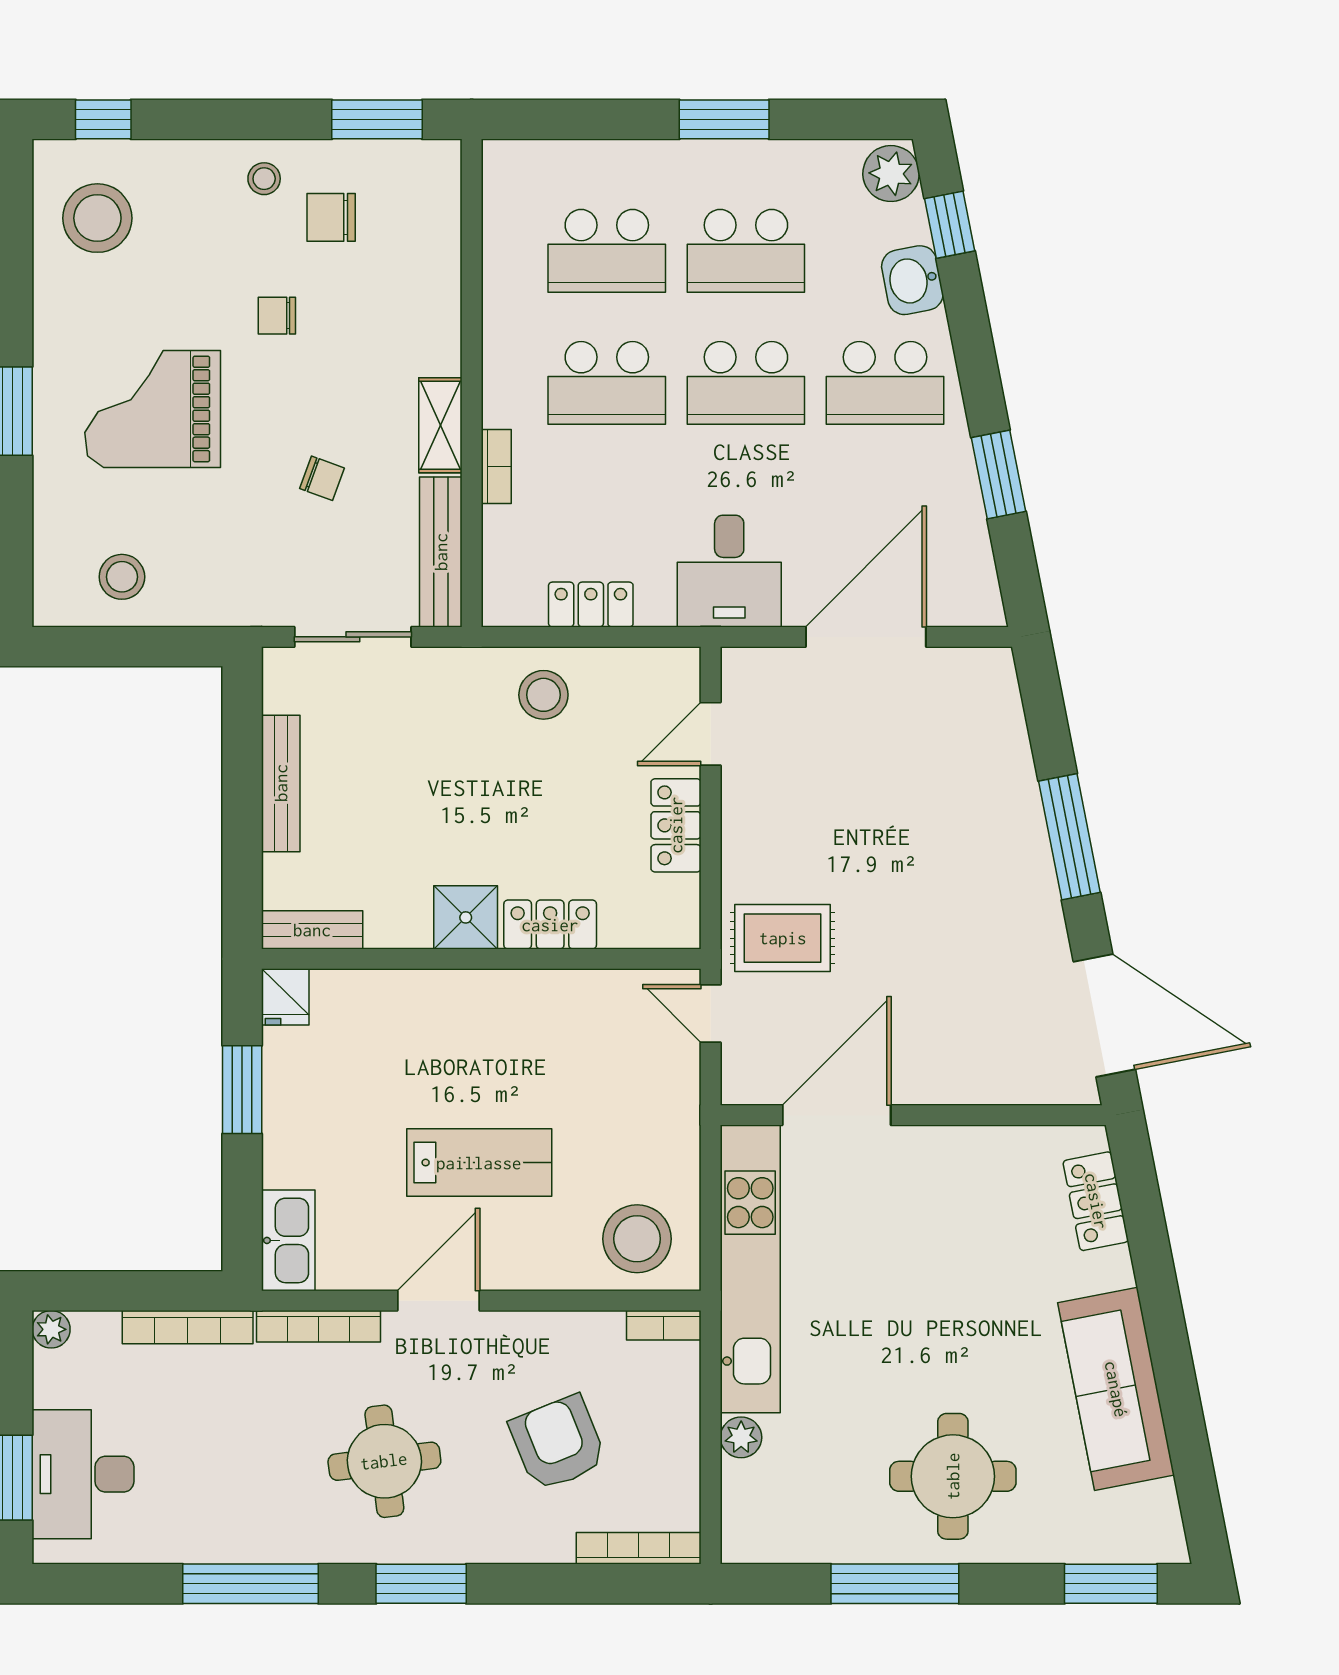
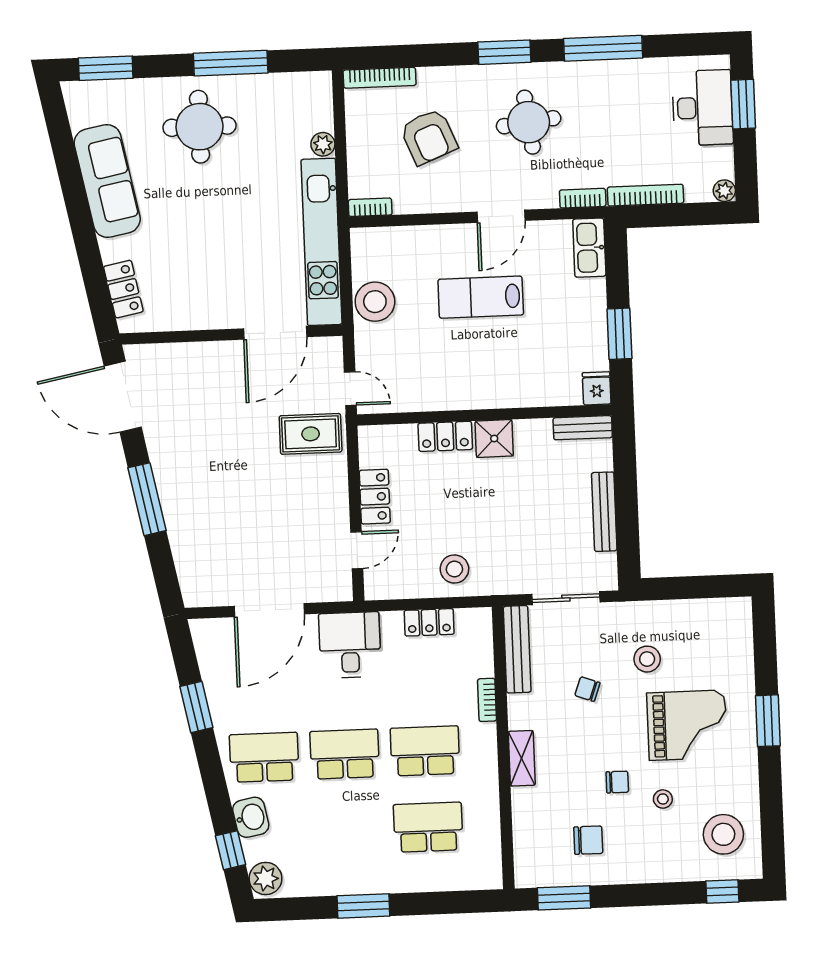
stool: (264, 179) -> (663, 799), moved
school desk: (746, 251) -> (348, 830), removed
shelving: (440, 425) -> (522, 758), moved
stool: (122, 577) -> (647, 659), moved
stool: (637, 1239) -> (375, 302), moved
bookcase: (318, 1326) -> (583, 198), width x0.64

